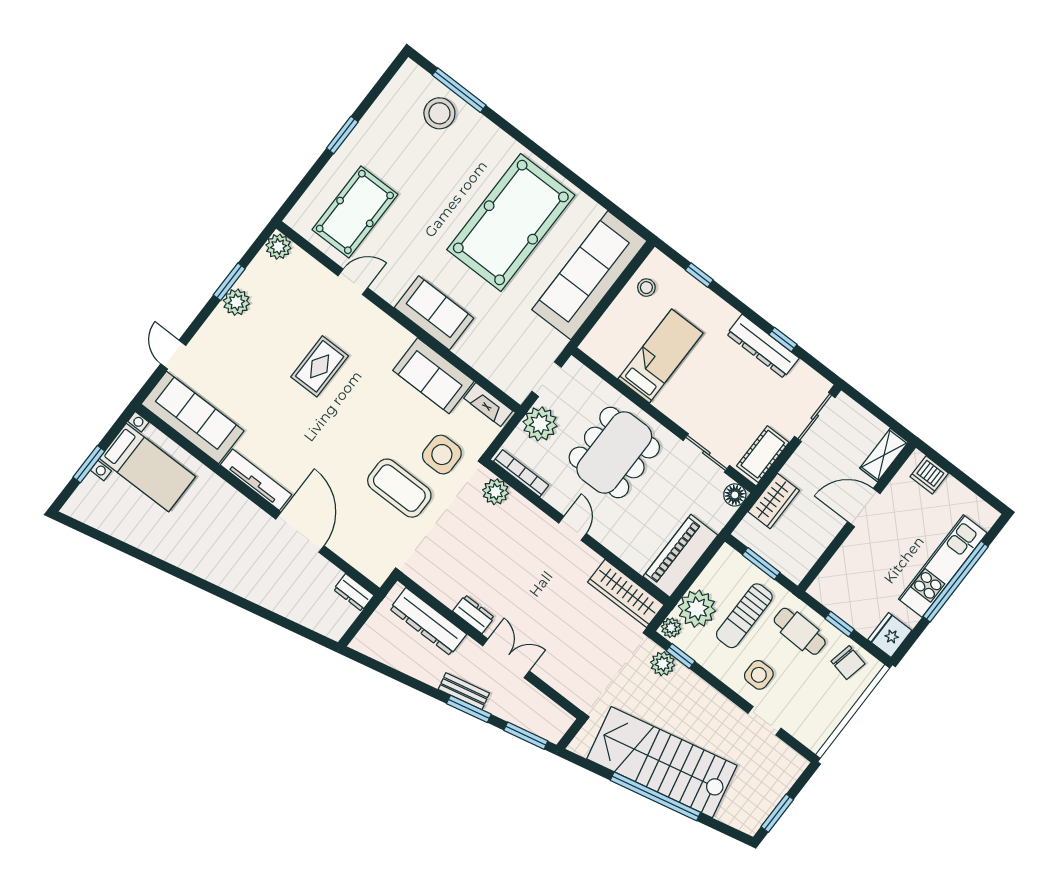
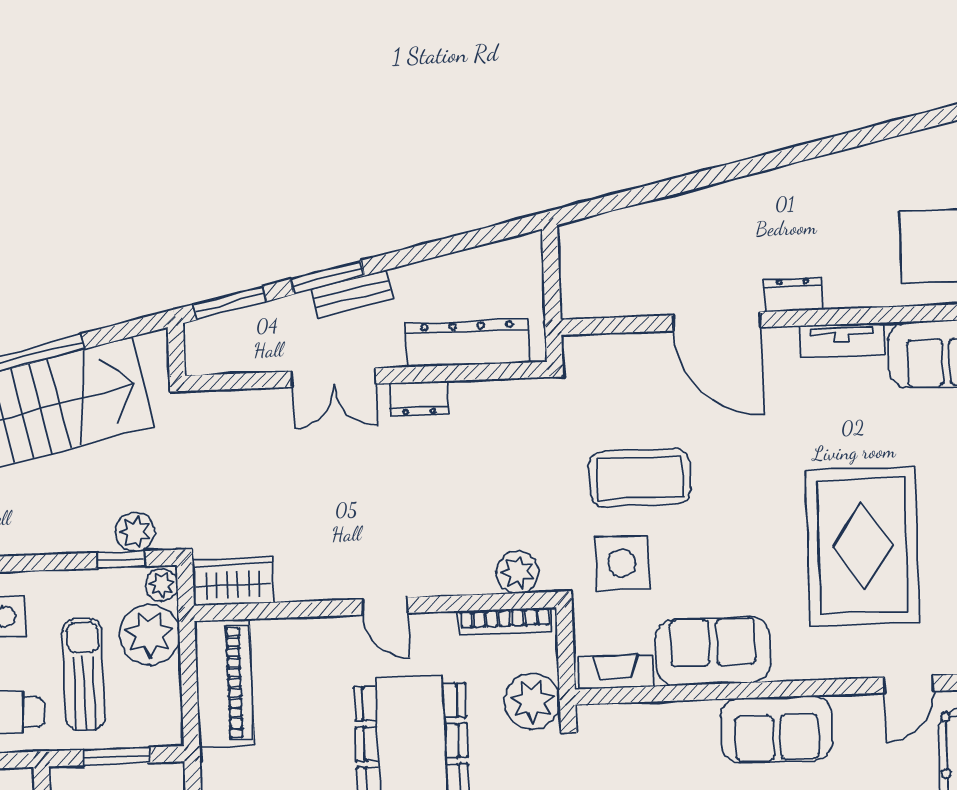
rug: (320, 366) -> (863, 546), width x1.86, depth x2.06
tv unit: (256, 480) -> (842, 340), width x0.71
dresser: (354, 592) -> (793, 295), moved
wardrobe: (626, 593) -> (233, 581), width x0.67

